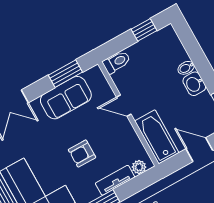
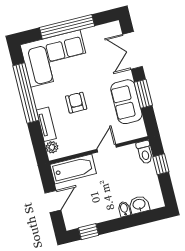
window: (144, 30) -> (161, 164), moved
window: (65, 74) -> (143, 94), moved
washbasin: (194, 84) -> (139, 205), moved

